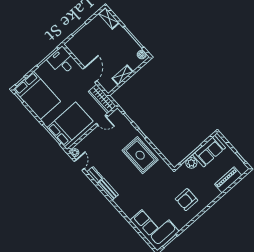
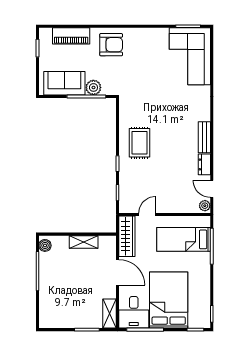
shelving: (109, 18) -> (110, 314), moved
door: (90, 75) -> (118, 272), swing flipped
bed: (37, 95) -> (169, 300), moved
door: (102, 120) -> (147, 214), hinge flipped
bed: (70, 124) -> (184, 239), width x0.67
rug: (140, 155) -> (139, 143), width x0.73, depth x0.70
door: (79, 165) -> (212, 189), hinge flipped
armchair: (186, 200) -> (111, 45), moved

